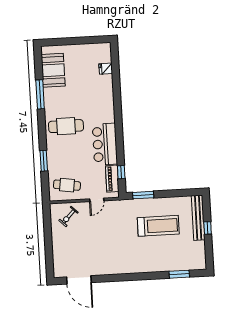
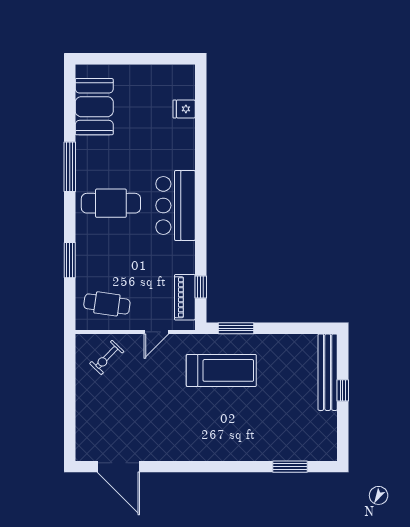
window: (40, 94) -> (70, 167), moved
bar counter: (105, 144) -> (175, 206), moved
treadmill: (158, 226) -> (221, 370), moved

